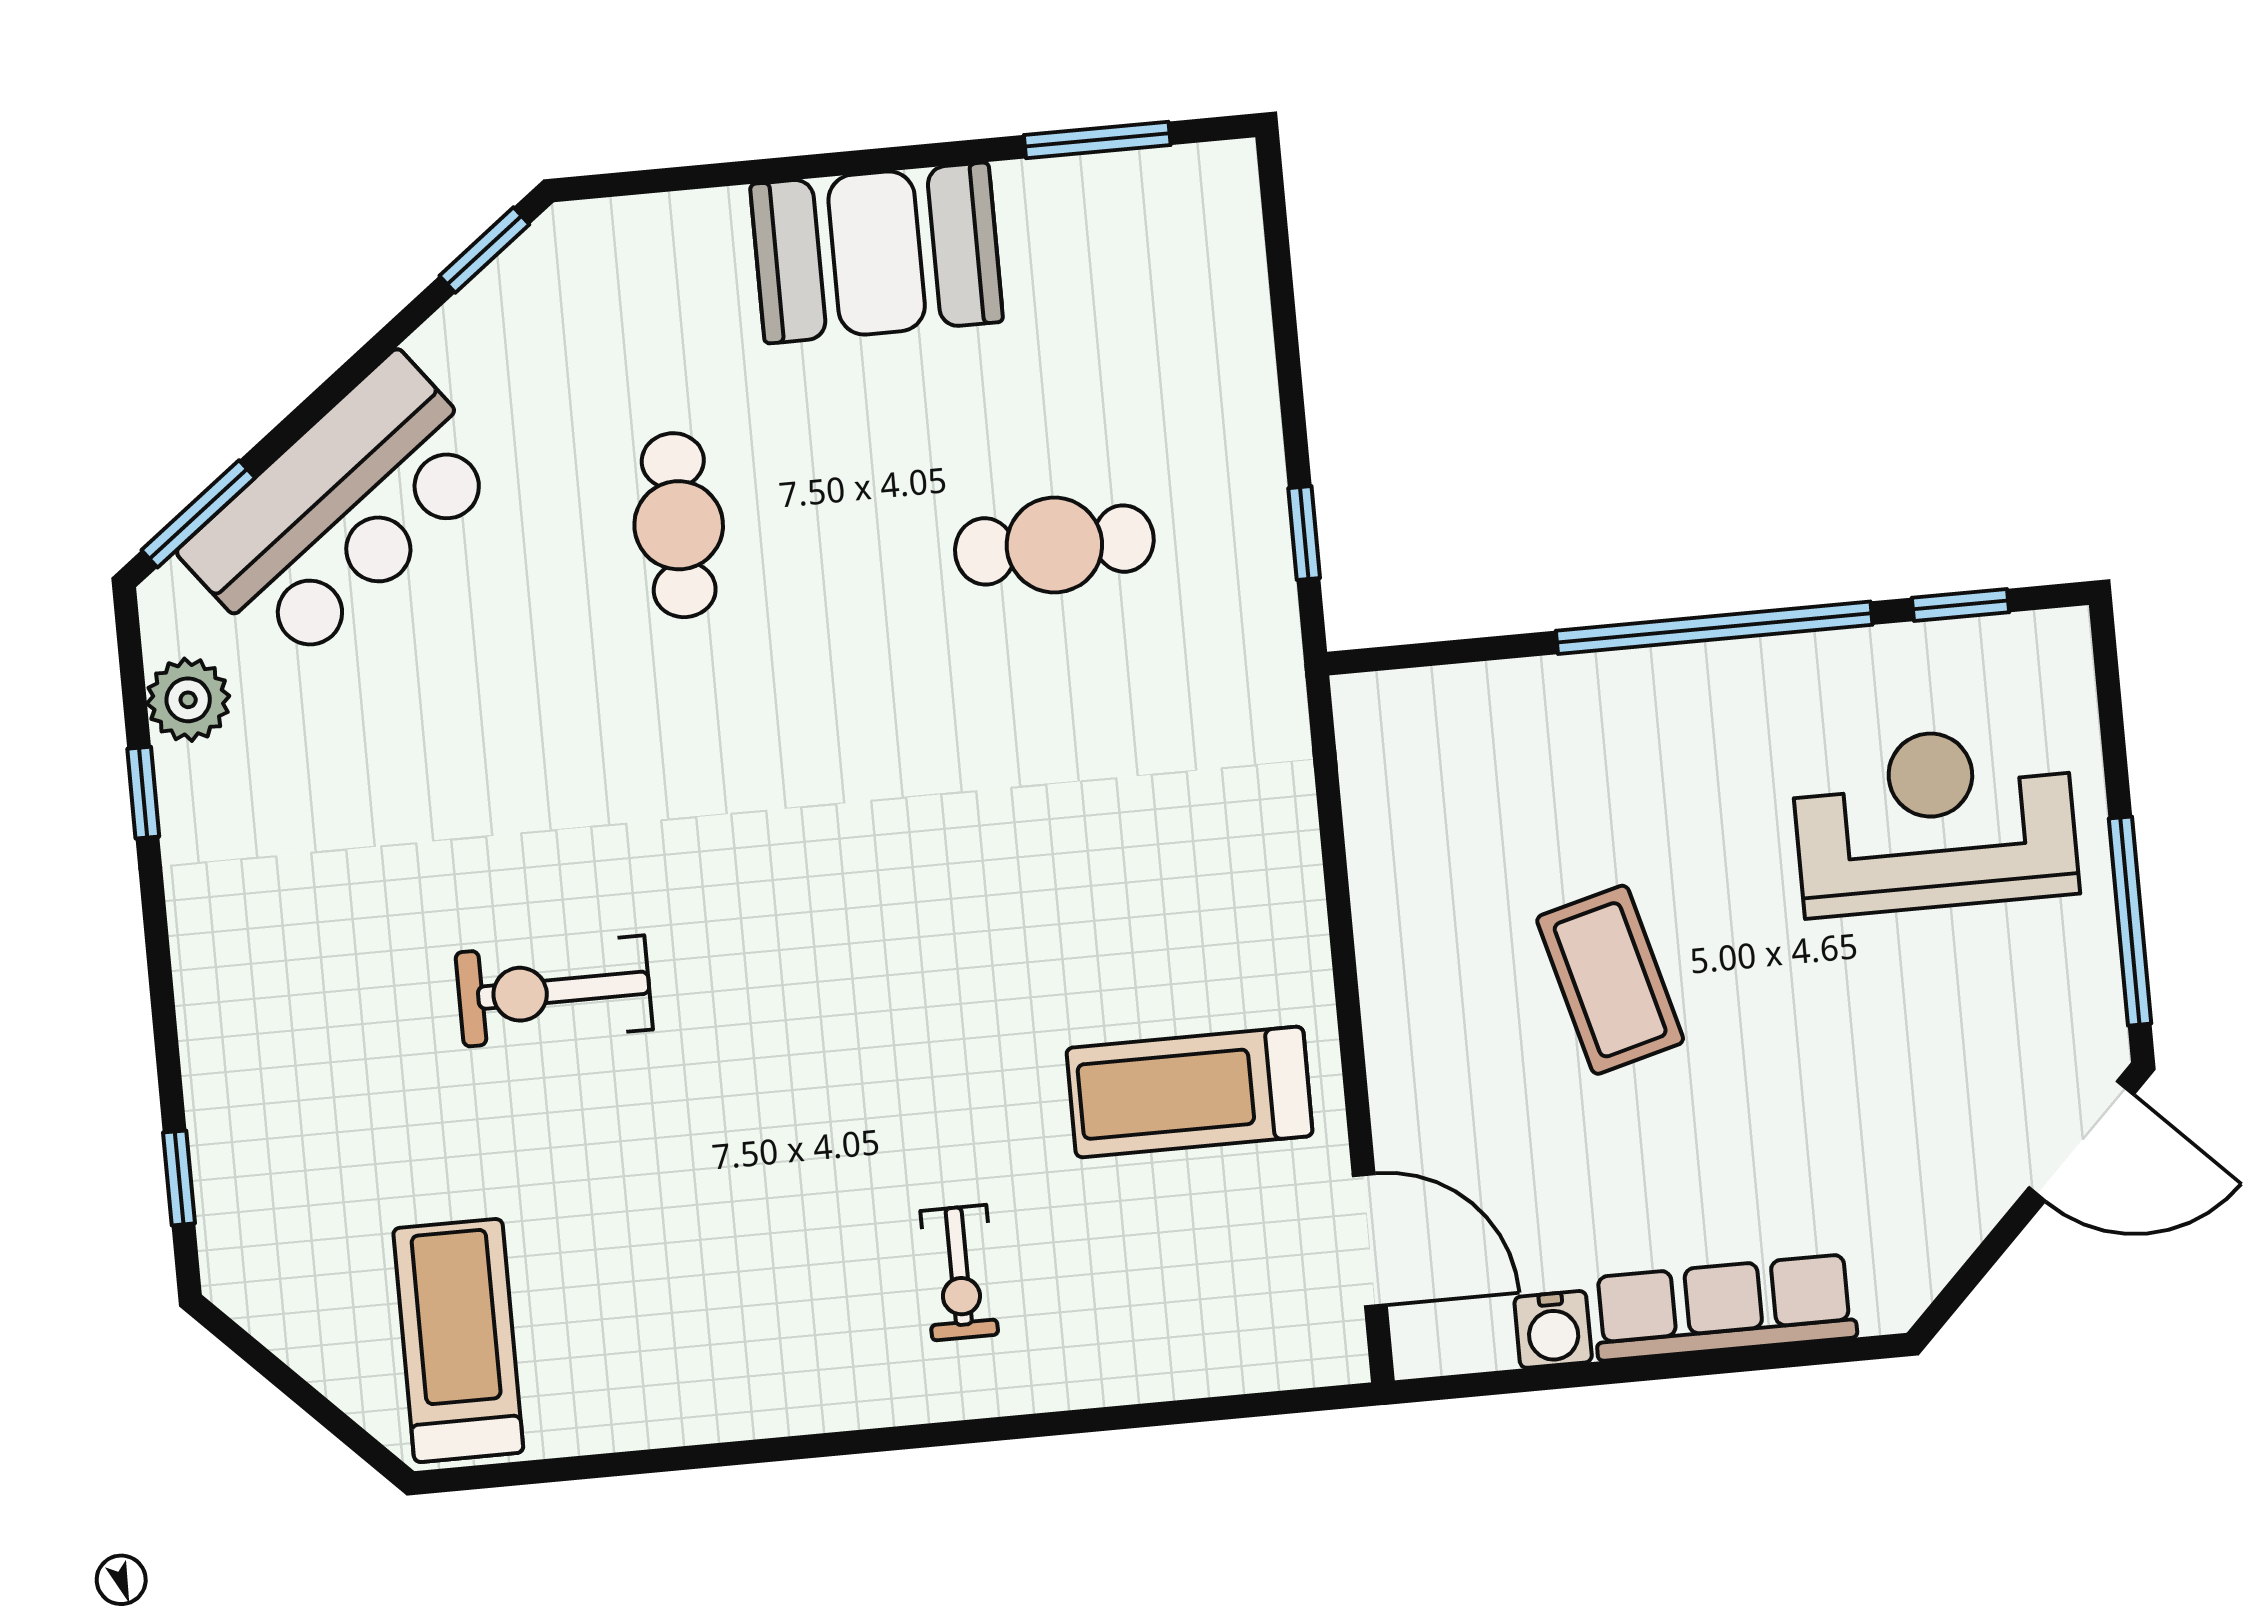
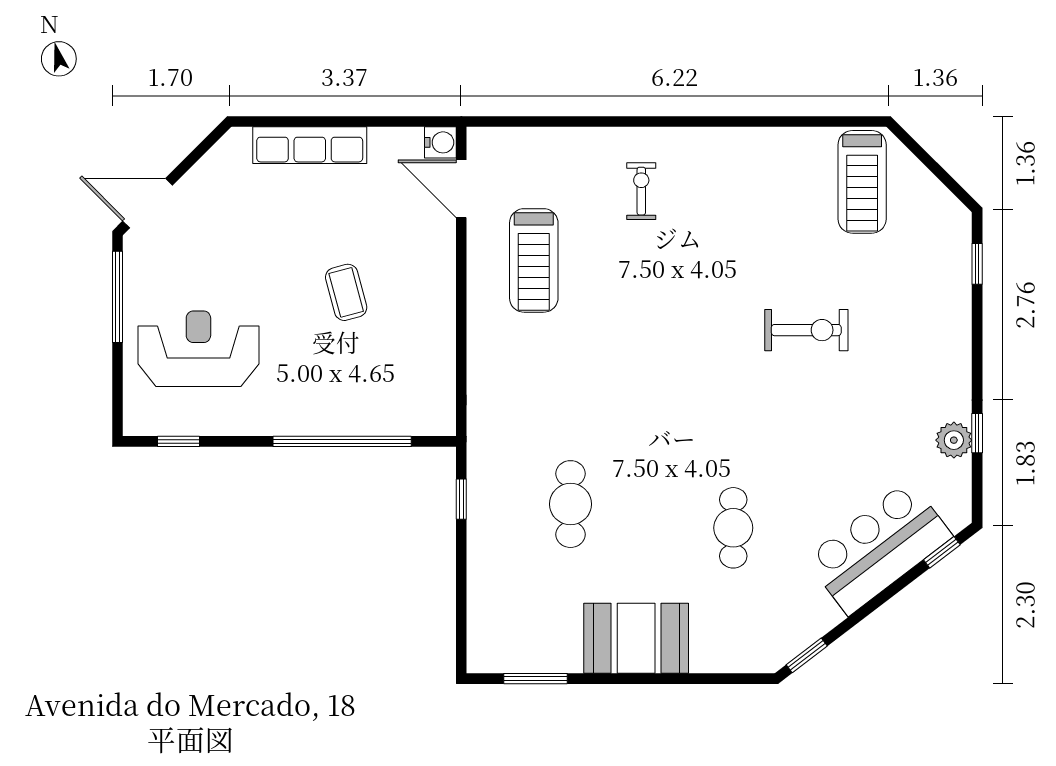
window: (198, 514) -> (942, 552), width x0.67
cafe table: (1054, 545) -> (570, 504), turned 90
window: (1714, 628) -> (342, 441), moved
plant: (188, 700) -> (954, 440), moved
reception desk: (1935, 820) -> (198, 349), turned 180
coffee table: (1610, 980) -> (346, 292), width x0.73, depth x0.77
treadmill: (1189, 1092) -> (534, 260), turned 90
water cooler: (1553, 1329) -> (440, 142), moved, turned 90

